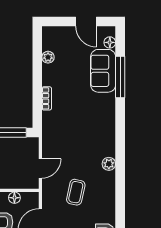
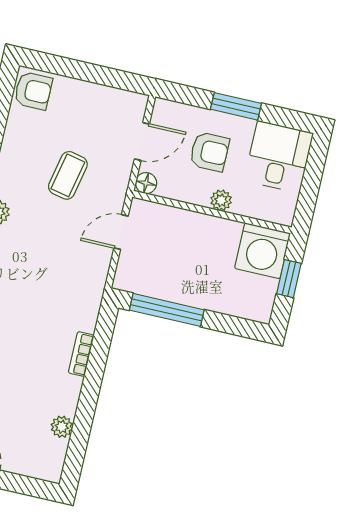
floor lamp: (14, 198) -> (146, 183), moved

